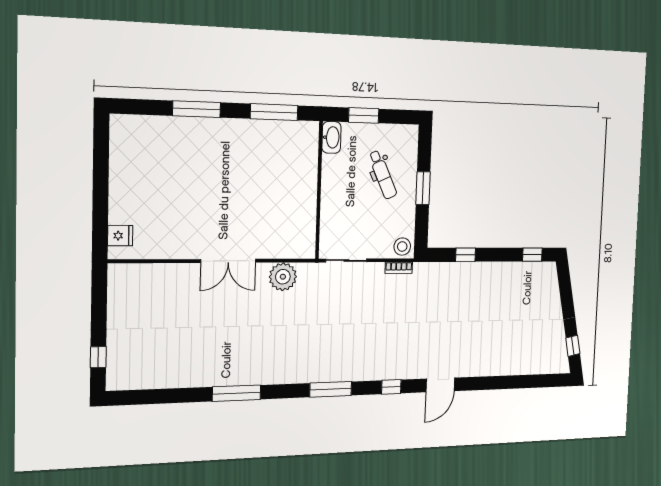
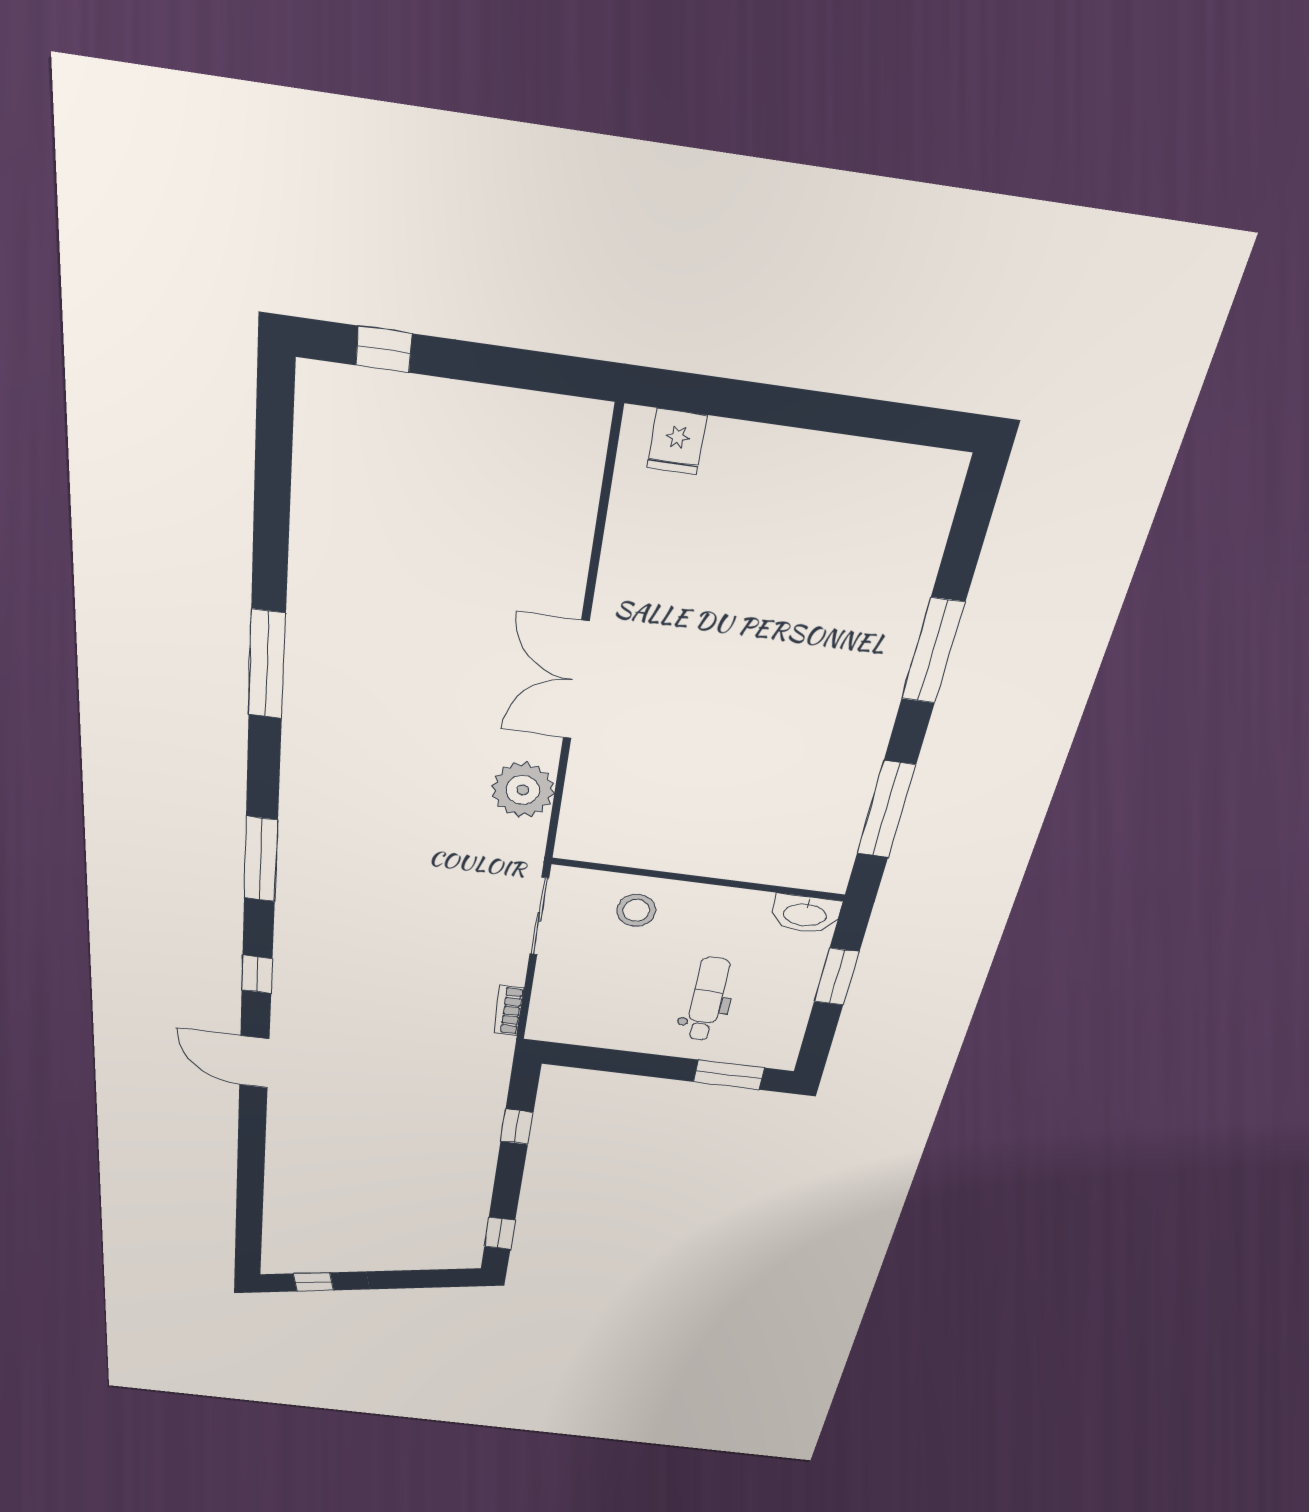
dental chair: (383, 175) -> (707, 999), turned 115
window: (423, 188) -> (729, 1075), moved
stool: (402, 247) -> (636, 910), moved

